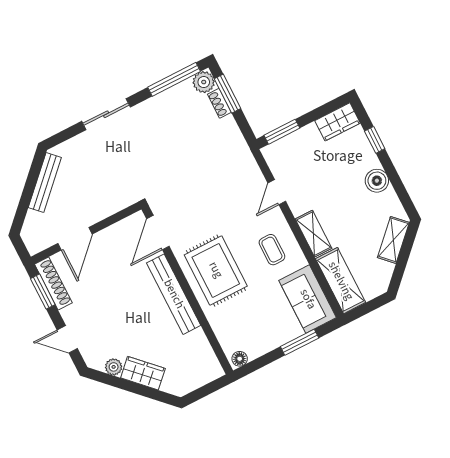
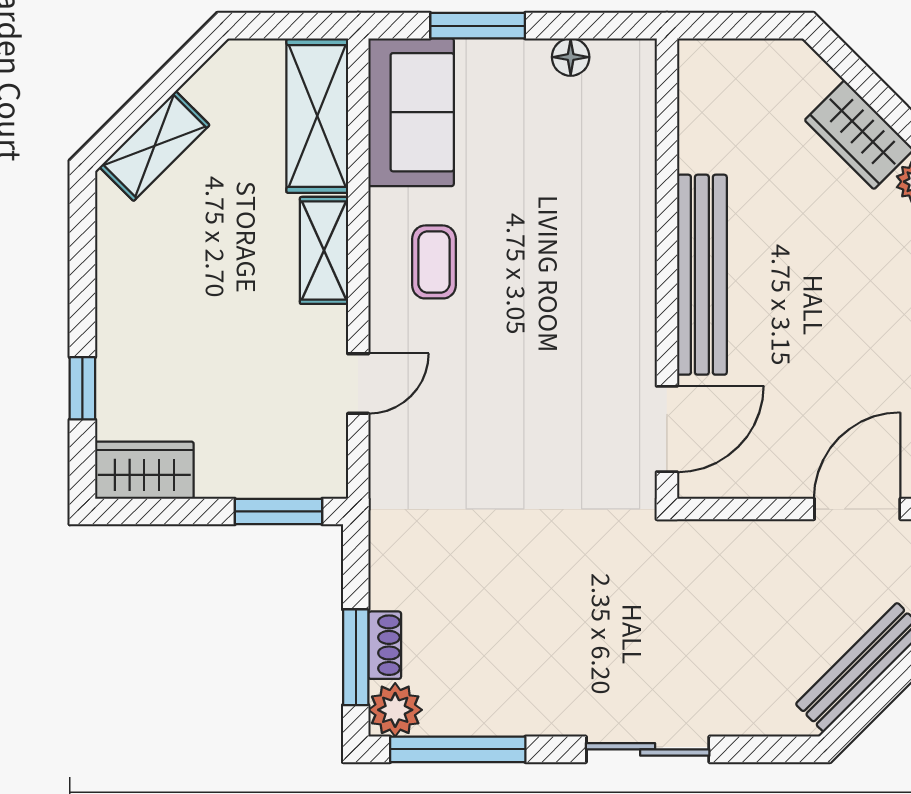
boiler: (377, 181) -> (124, 296), removed
rug: (216, 270) -> (582, 279), removed
floor lamp: (240, 359) -> (571, 57), moved

